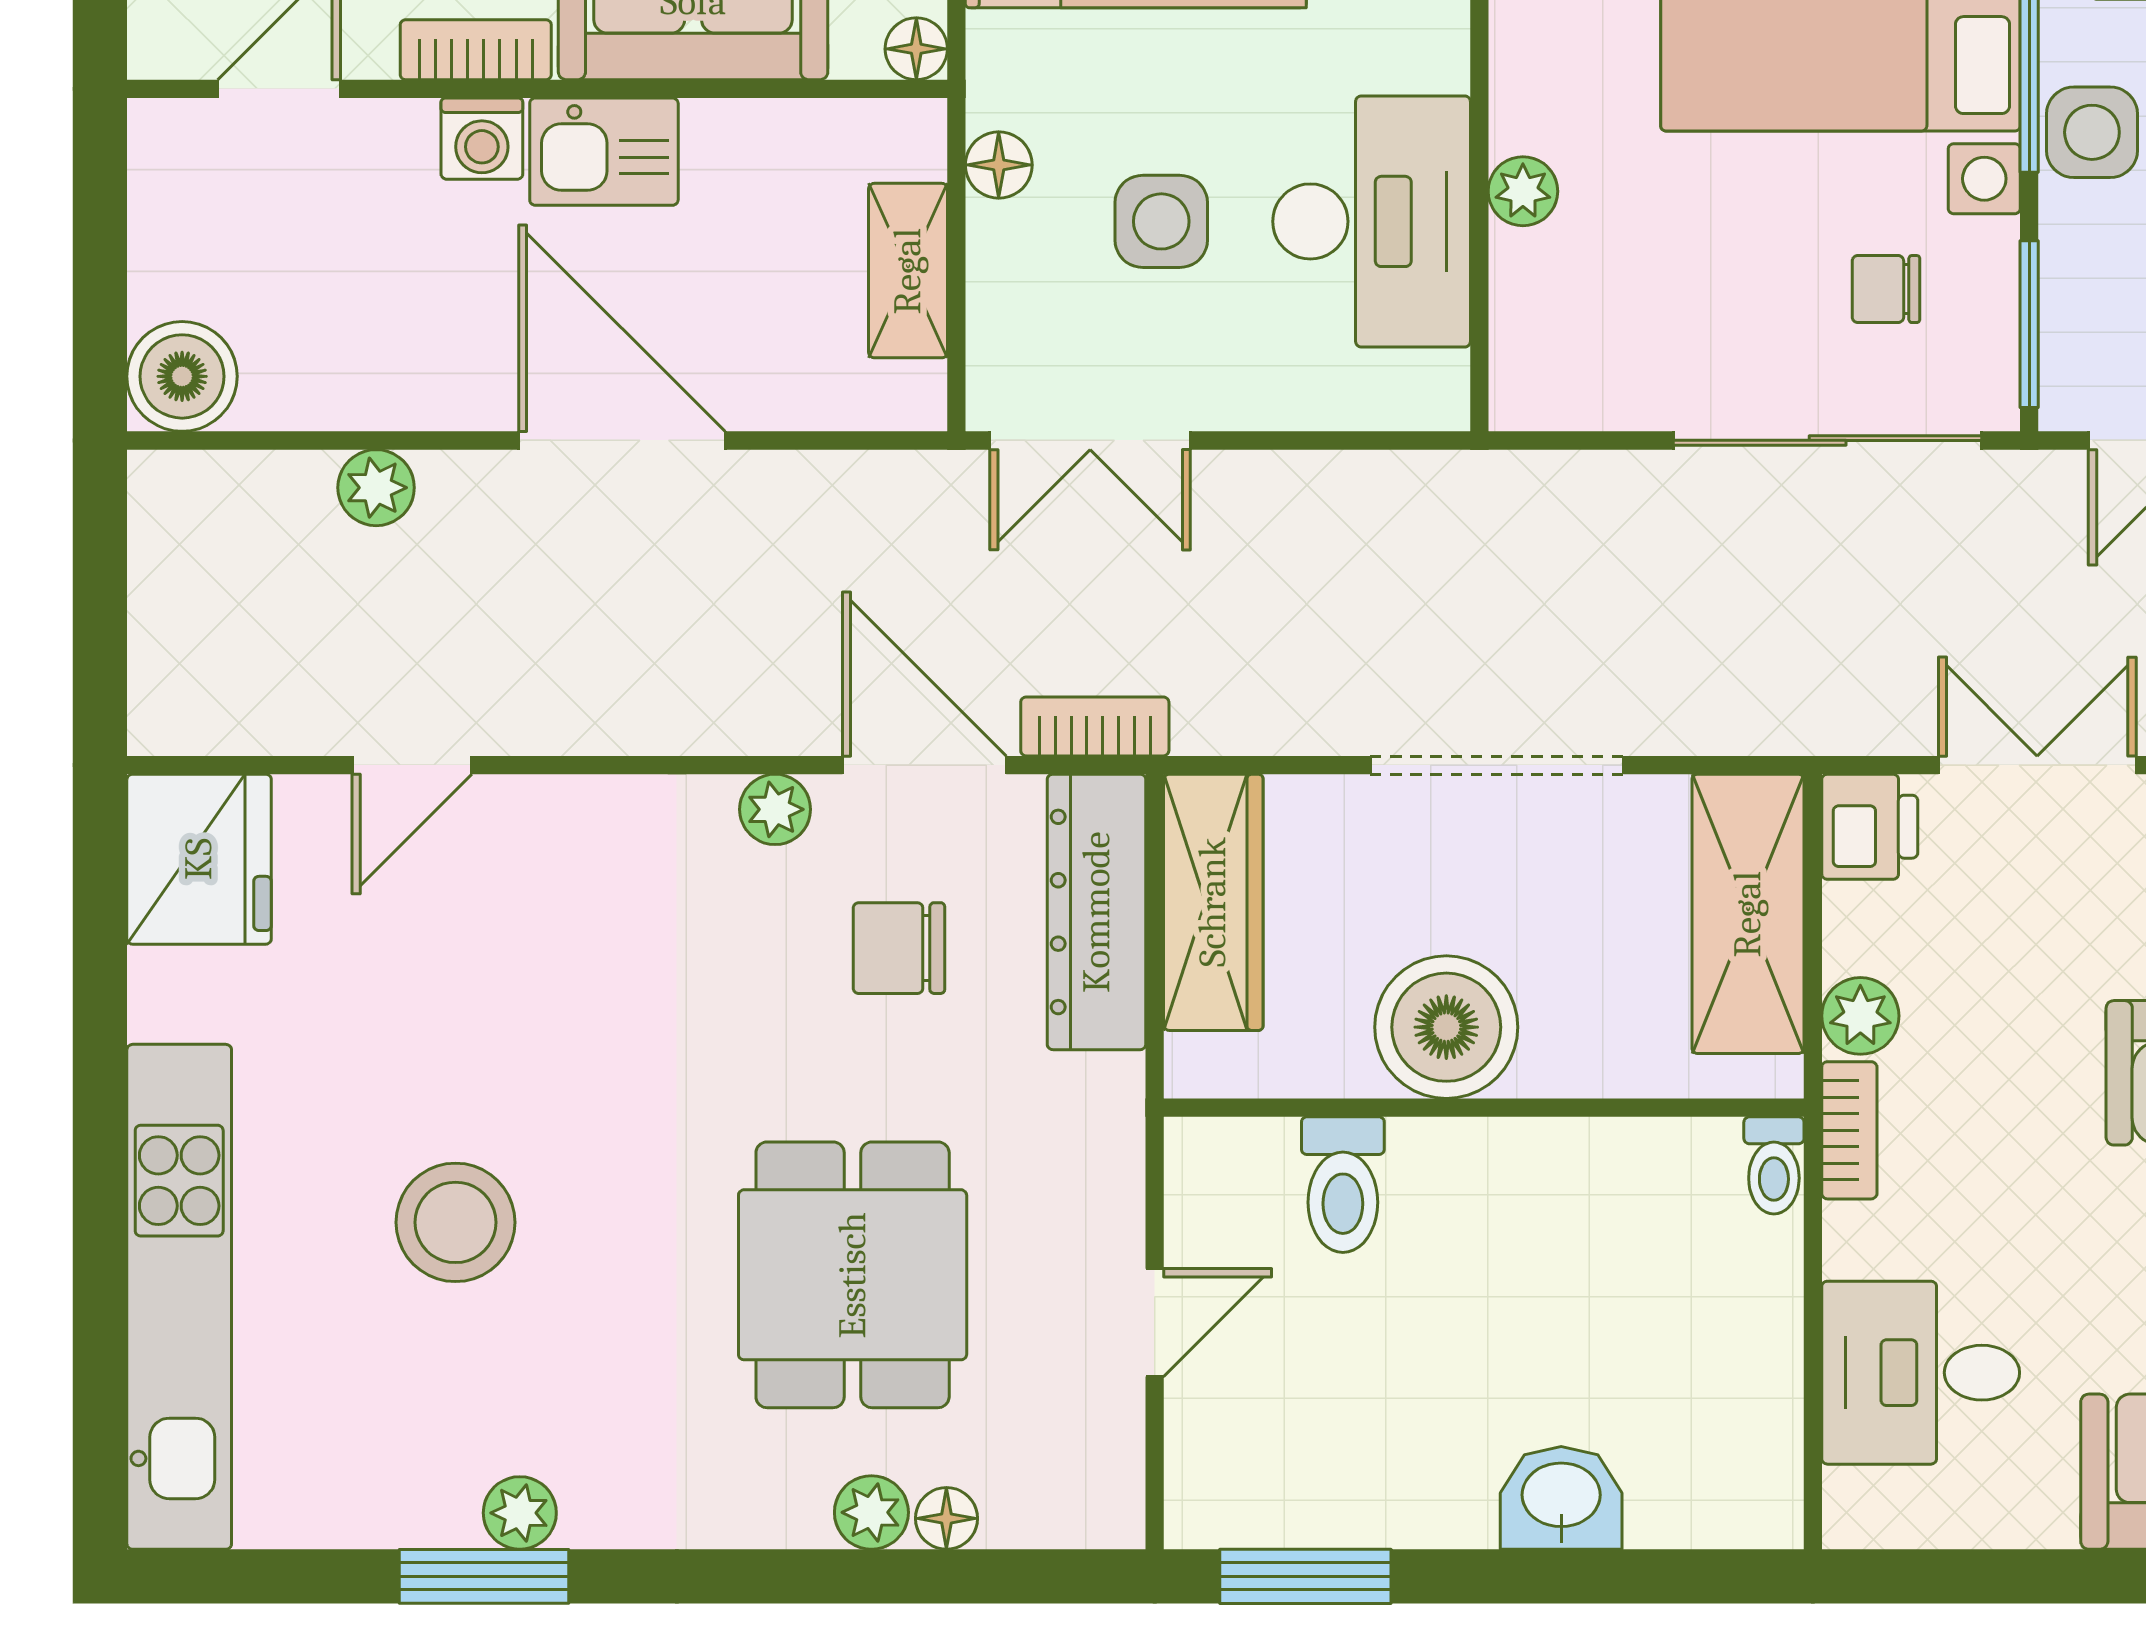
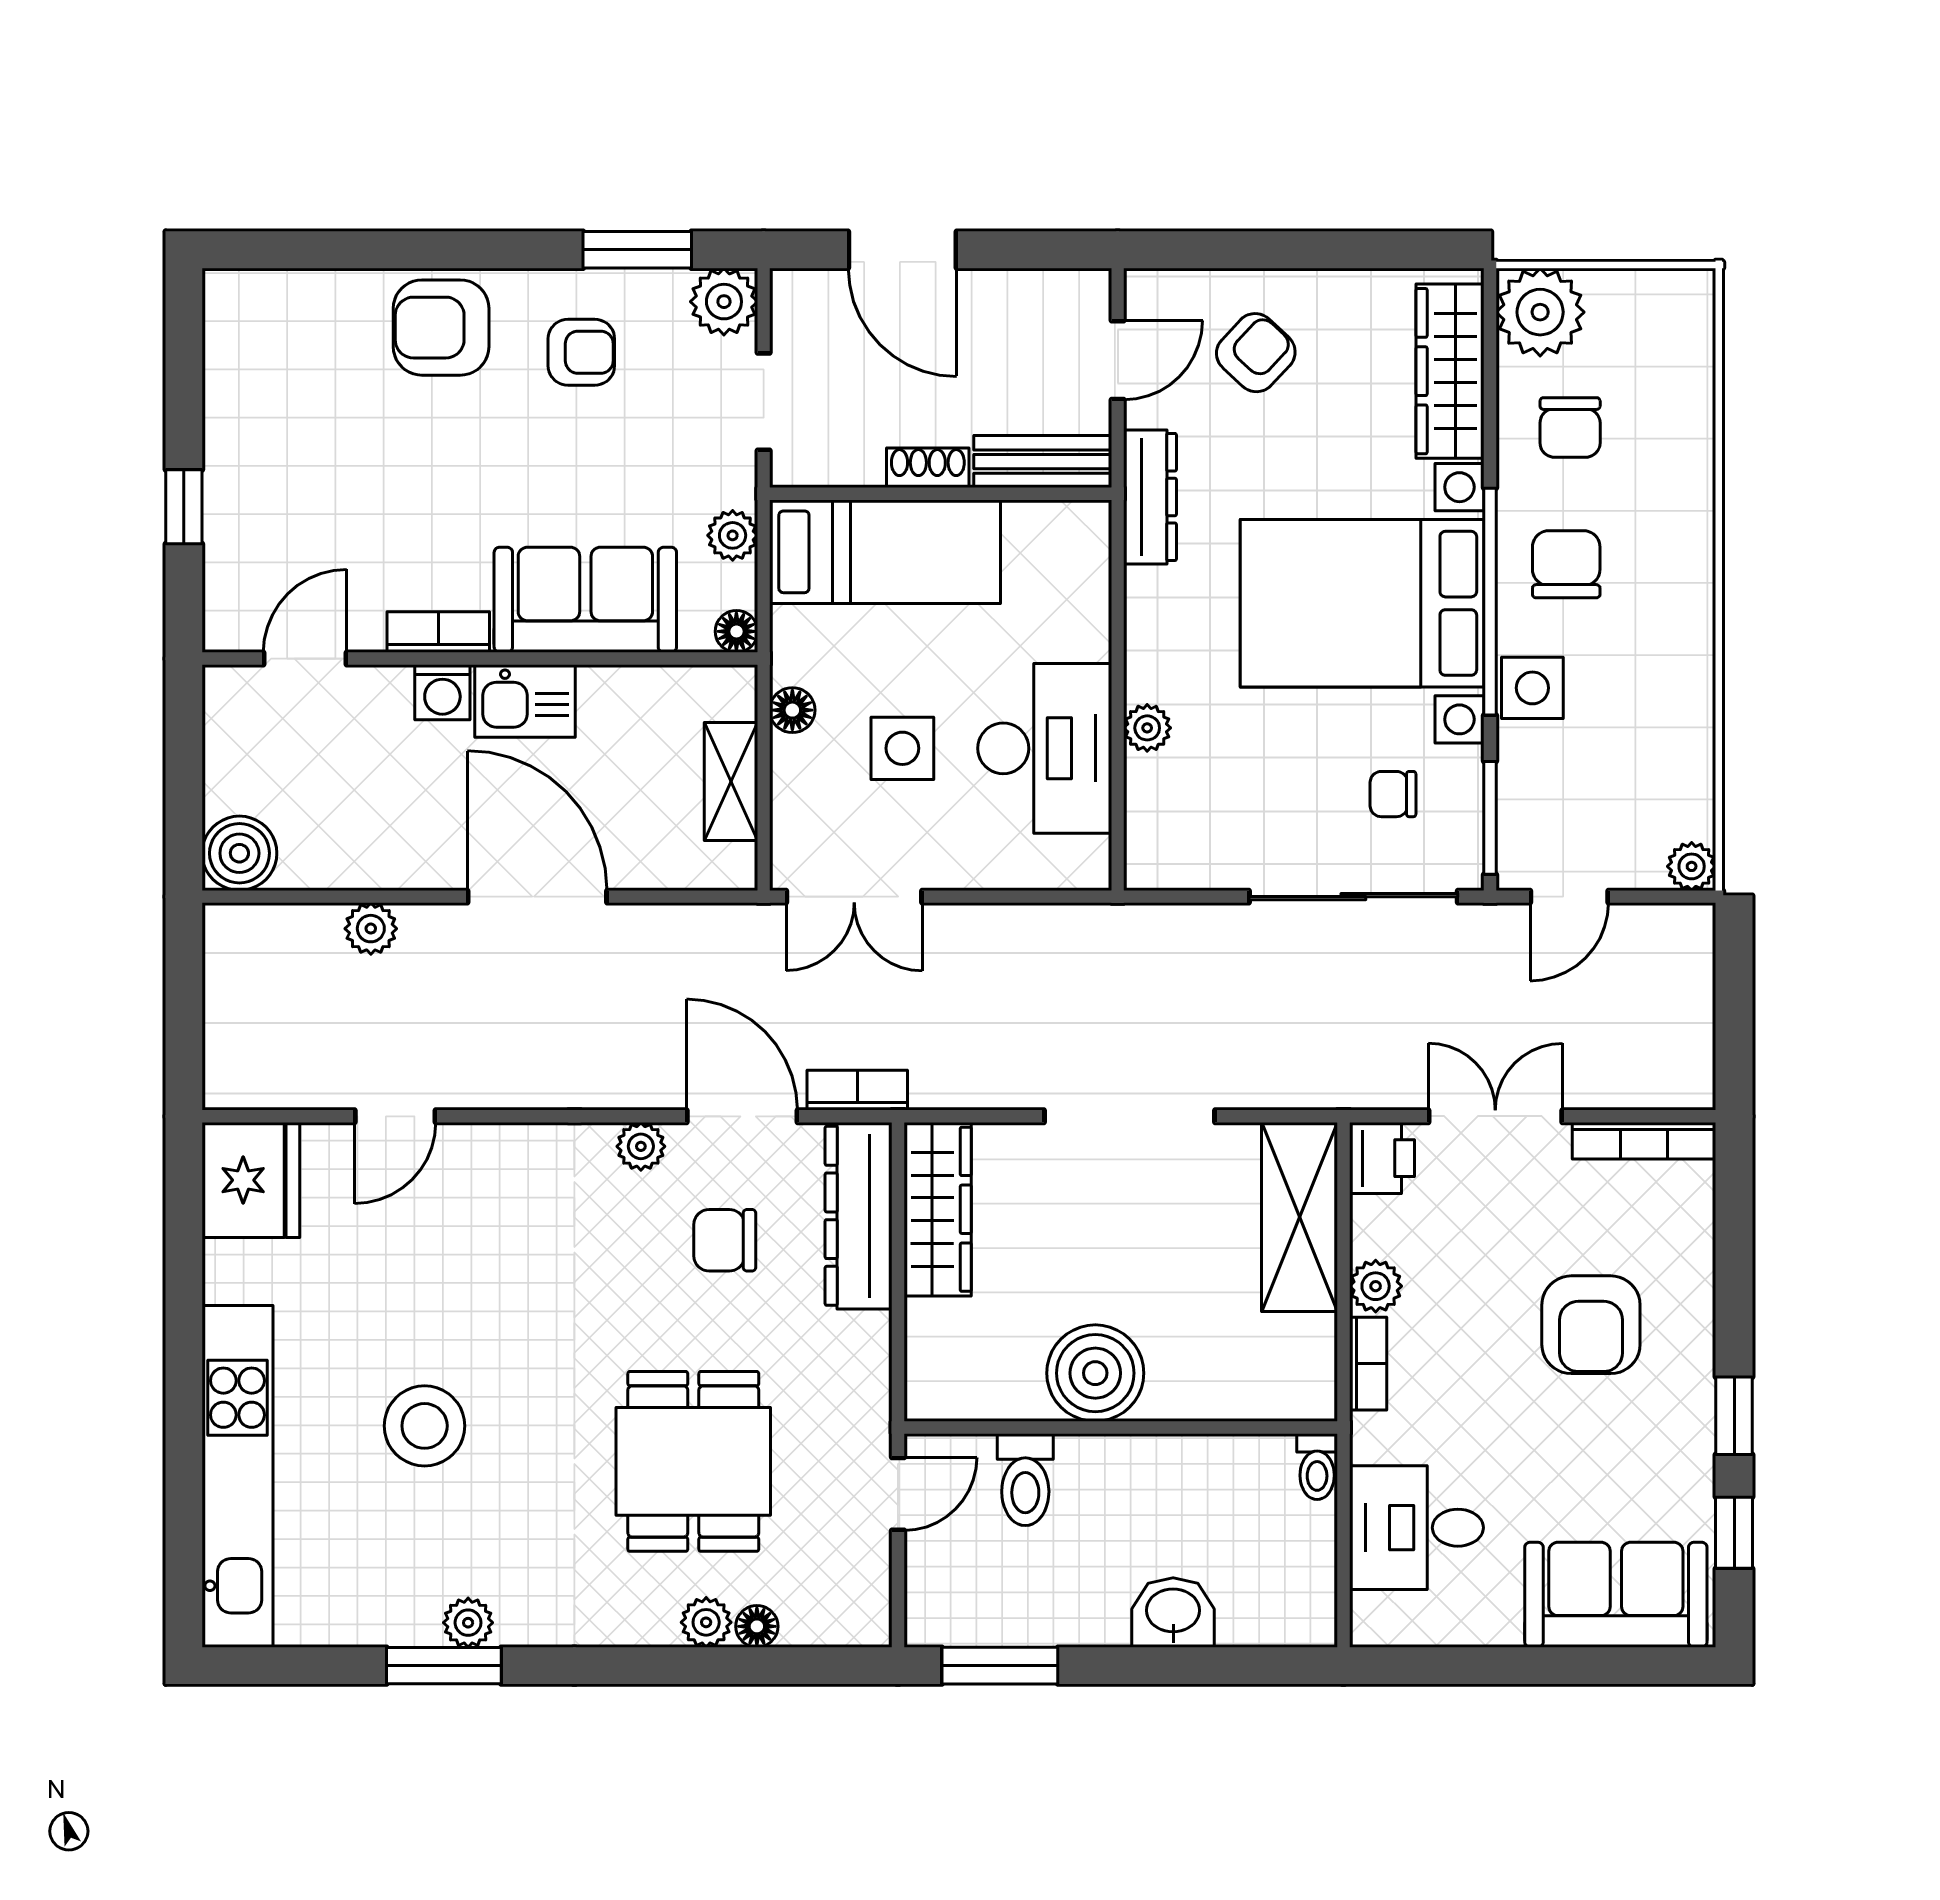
boiler: (1446, 1027) -> (1095, 1373), moved
wall: (1484, 1108) -> (1121, 1428), moved
toilet: (1774, 1165) -> (1317, 1467), moved
toilet: (1343, 1185) -> (1025, 1480), moved

